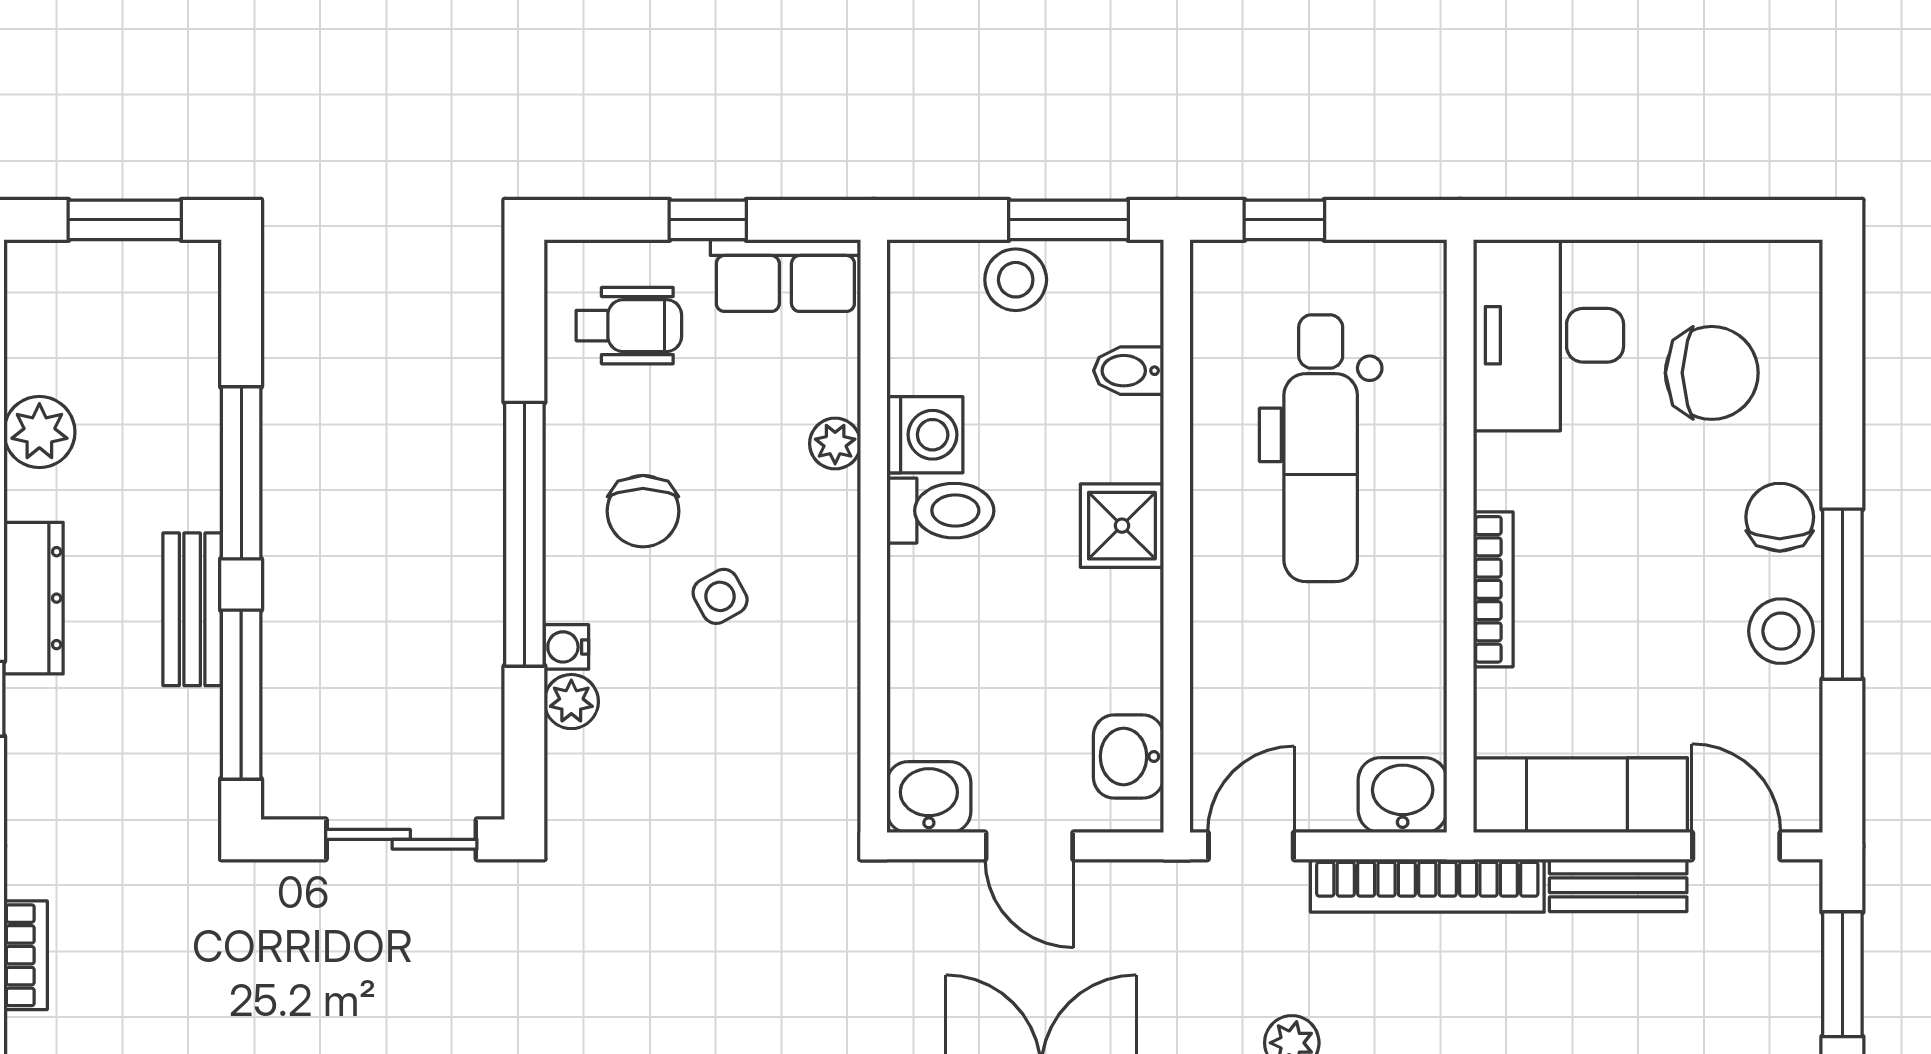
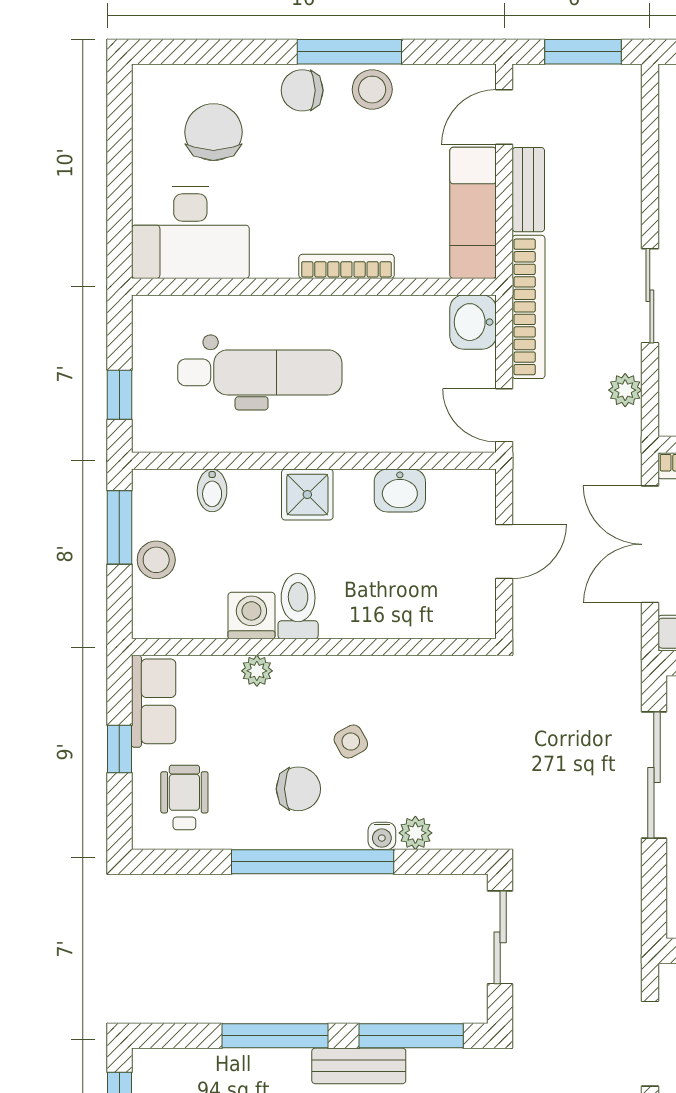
washbasin: (1128, 756) -> (400, 491), moved
washbasin: (929, 797) -> (474, 613), removed

